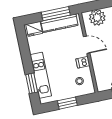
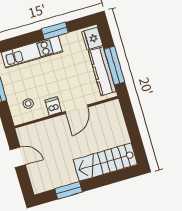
plant: (97, 18) -> (113, 120), removed
window: (32, 83) -> (55, 31), moved

